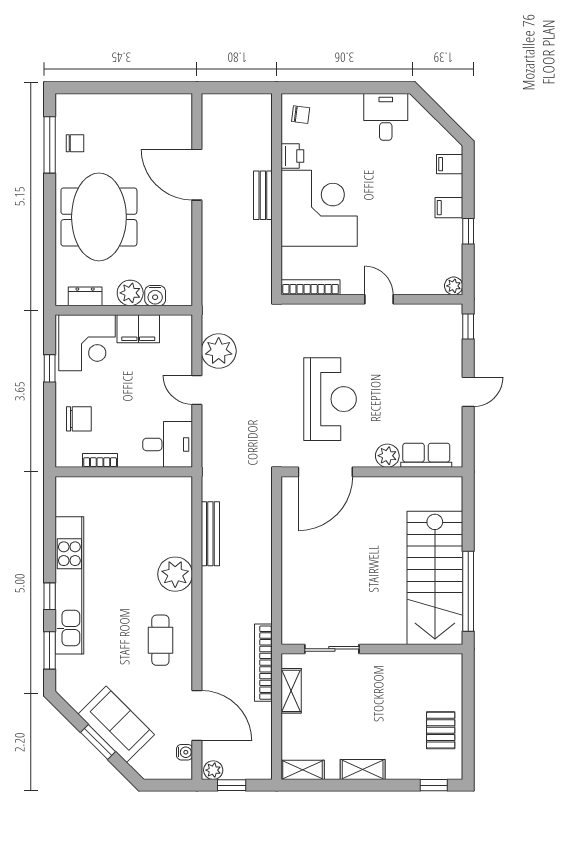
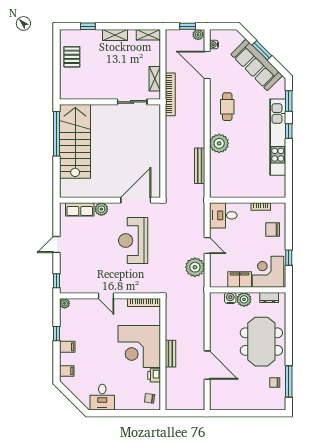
sofa: (116, 724) -> (257, 65), width x1.36
window: (434, 785) -> (88, 26), moved

